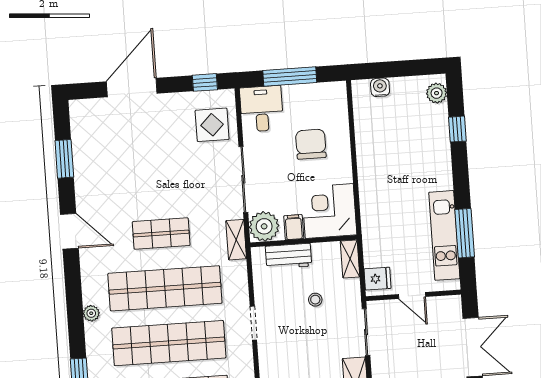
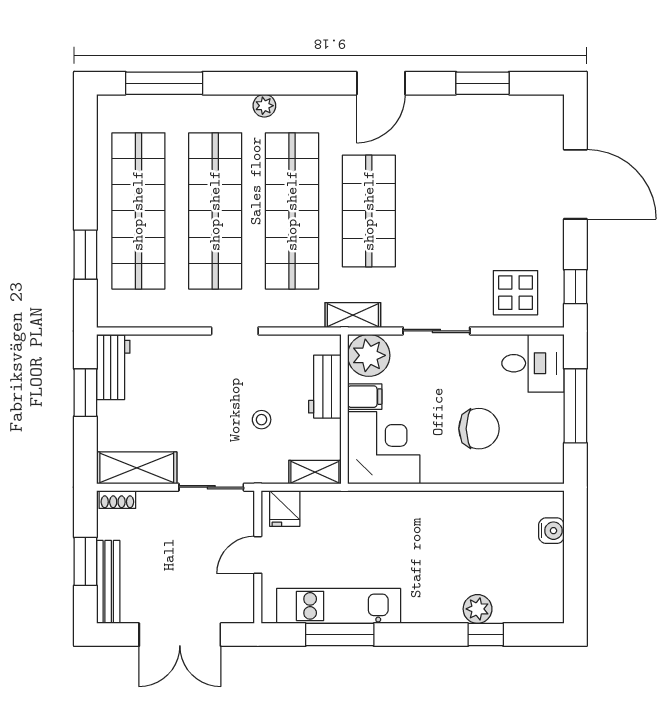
plant: (437, 93) -> (478, 609), moved
sliding door: (243, 179) -> (436, 331), width x0.73
shop shelf: (161, 234) -> (369, 211), width x1.43, depth x1.36

